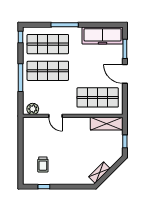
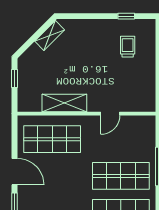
plant: (33, 109) -> (142, 123), removed
door: (56, 116) -> (110, 114), swing flipped
shelving: (107, 124) -> (64, 103), moved

